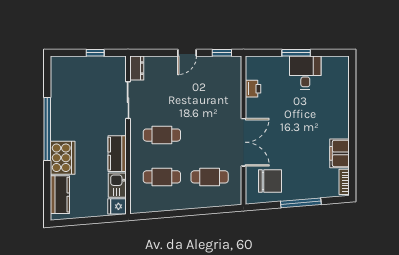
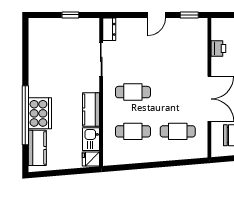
window: (47, 129) -> (25, 115), moved

